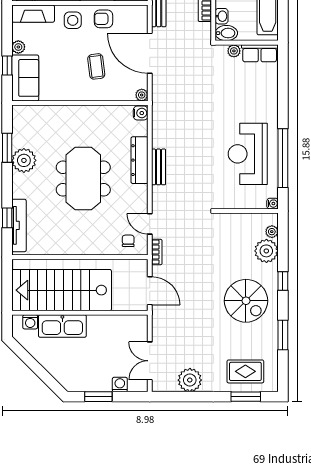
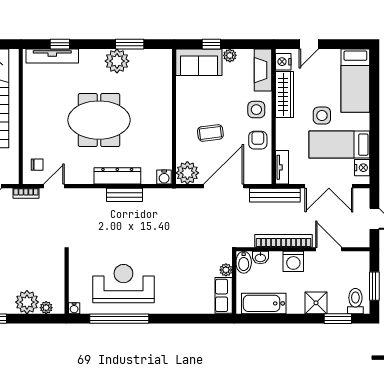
plant: (142, 95) -> (187, 173), width x1.87, depth x1.87
bench: (158, 167) -> (124, 195), moved

